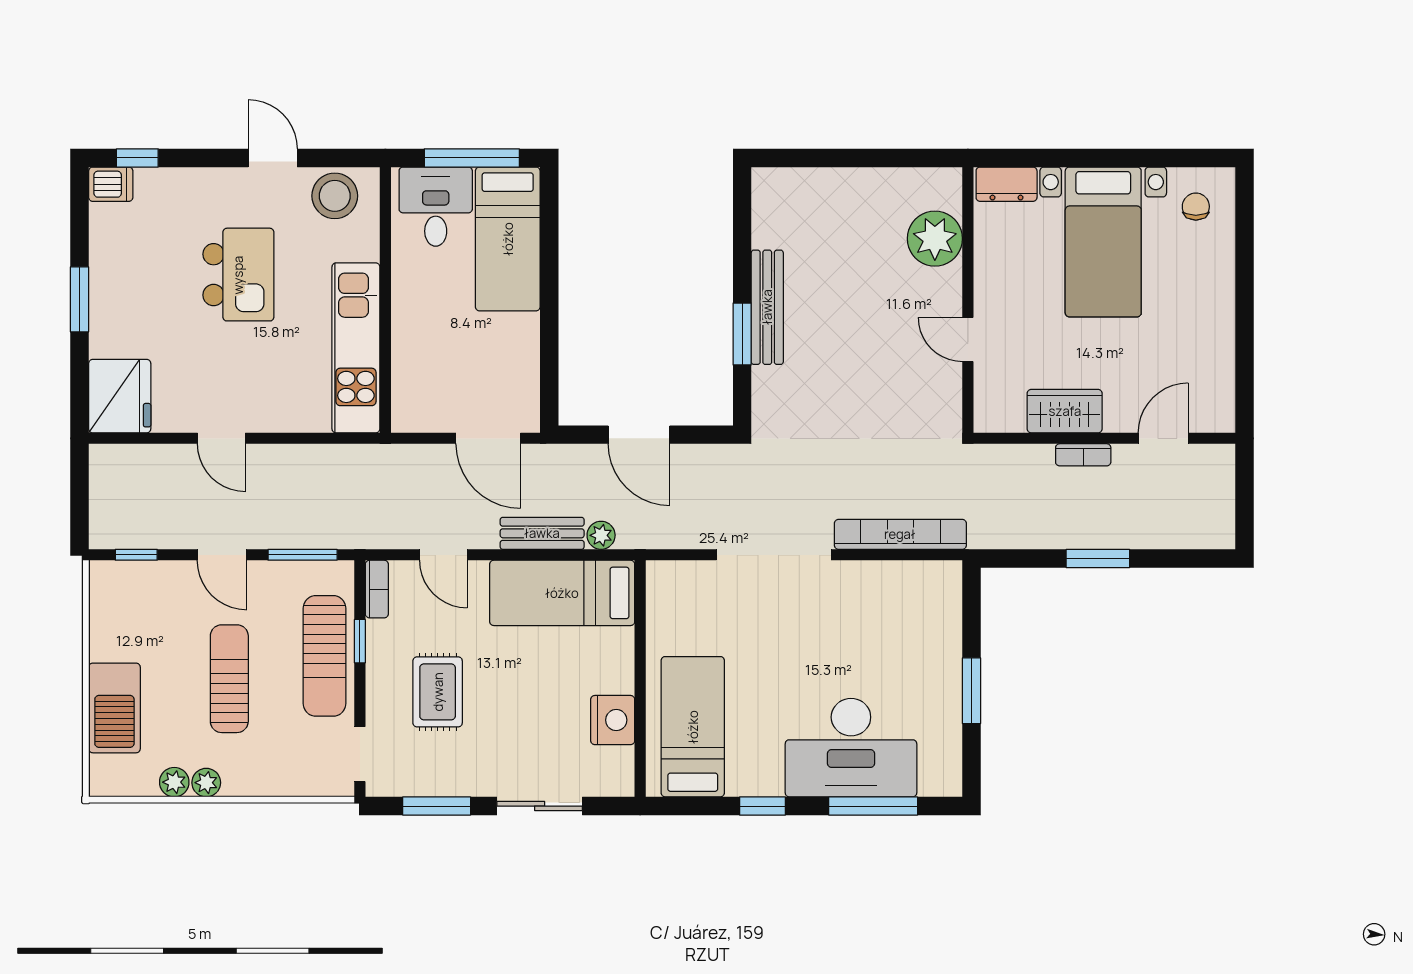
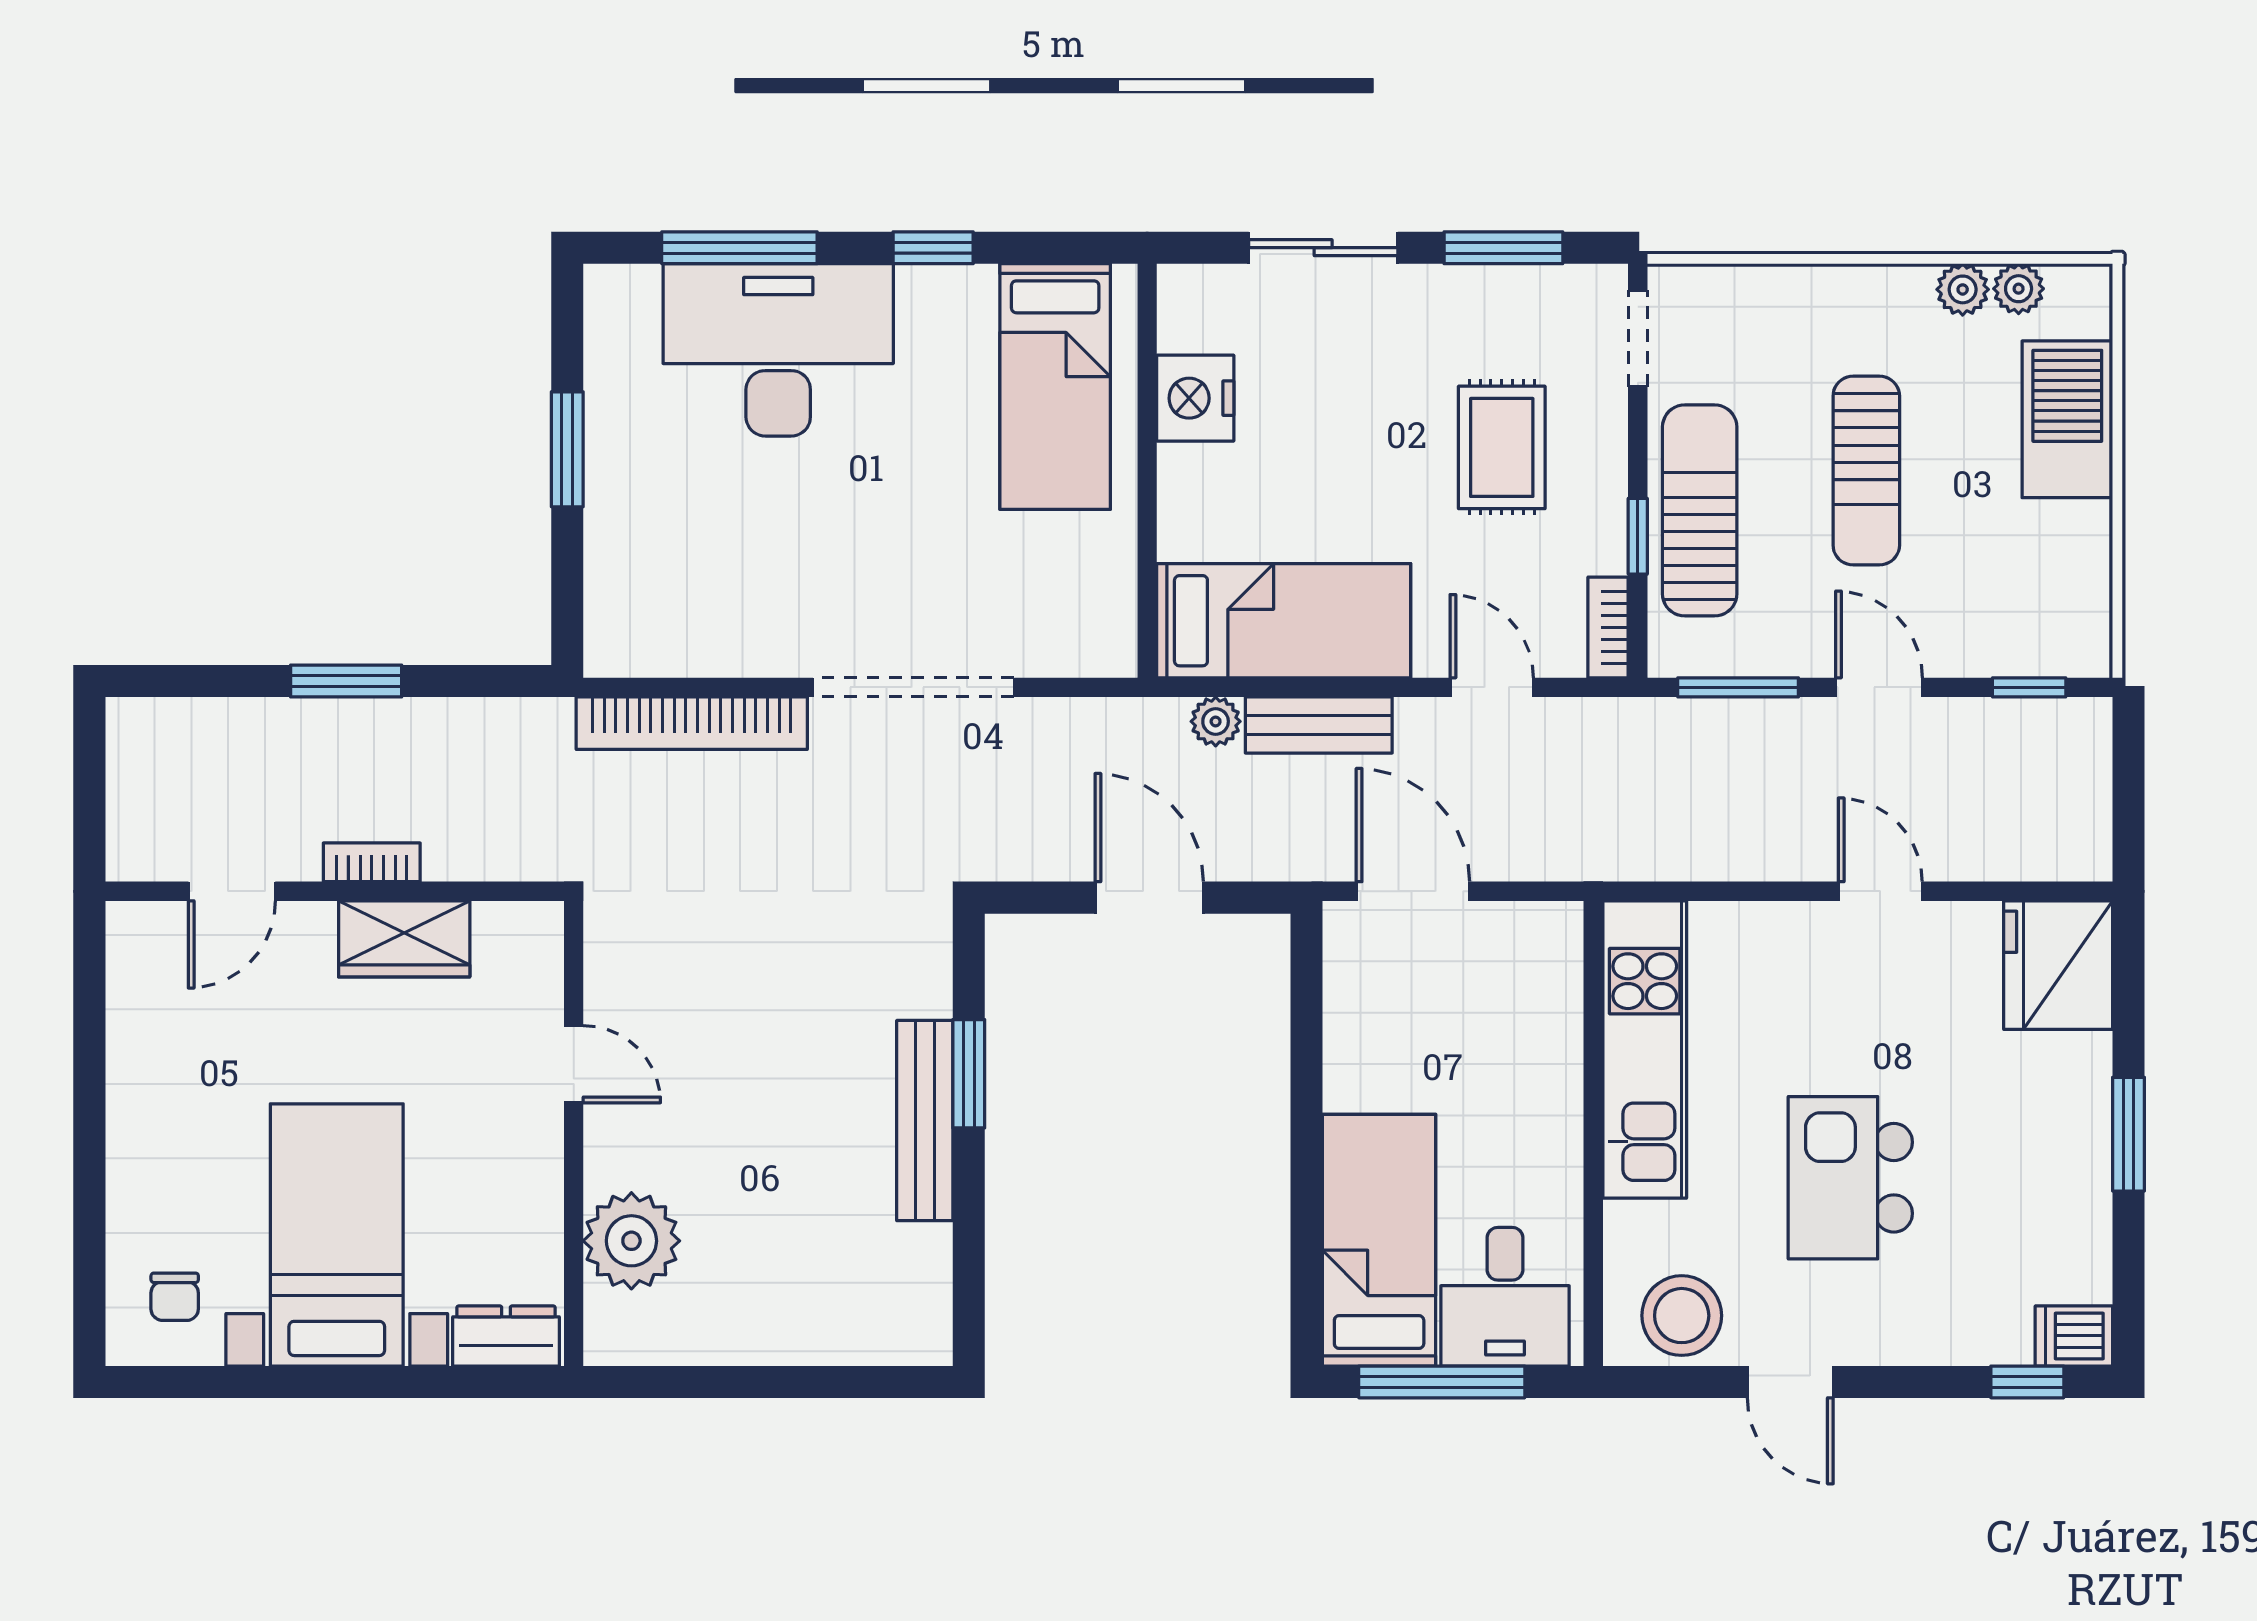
plant: (206, 783) -> (2019, 289), moved

